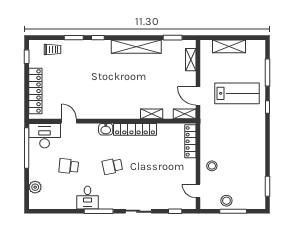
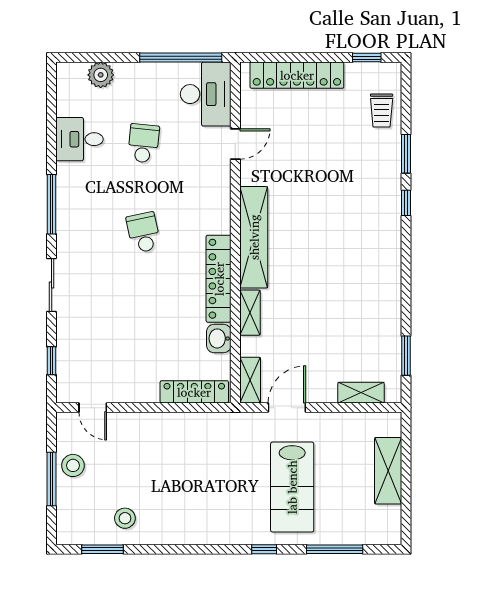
shelving: (136, 47) -> (254, 237), moved
washbasin: (106, 129) -> (219, 338), moved
stool: (212, 166) -> (125, 518), moved
door: (198, 191) -> (93, 408), swing flipped
desk: (88, 198) -> (79, 139), moved

